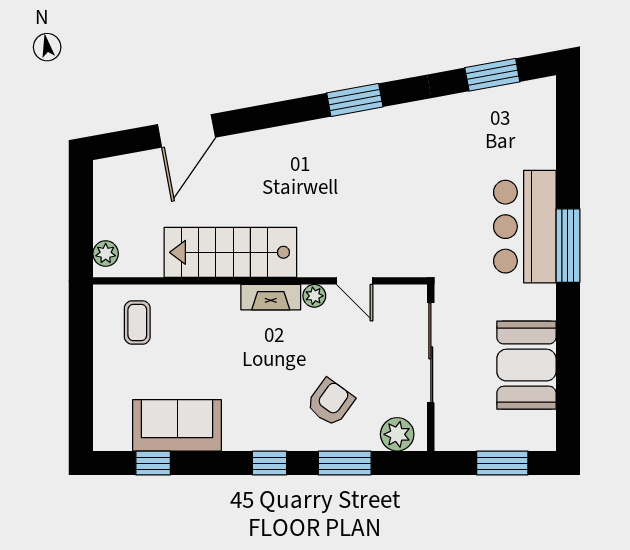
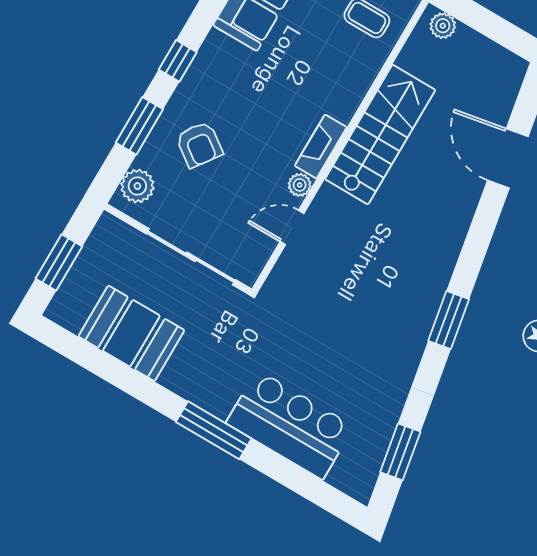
bar counter: (525, 227) -> (290, 425), moved

